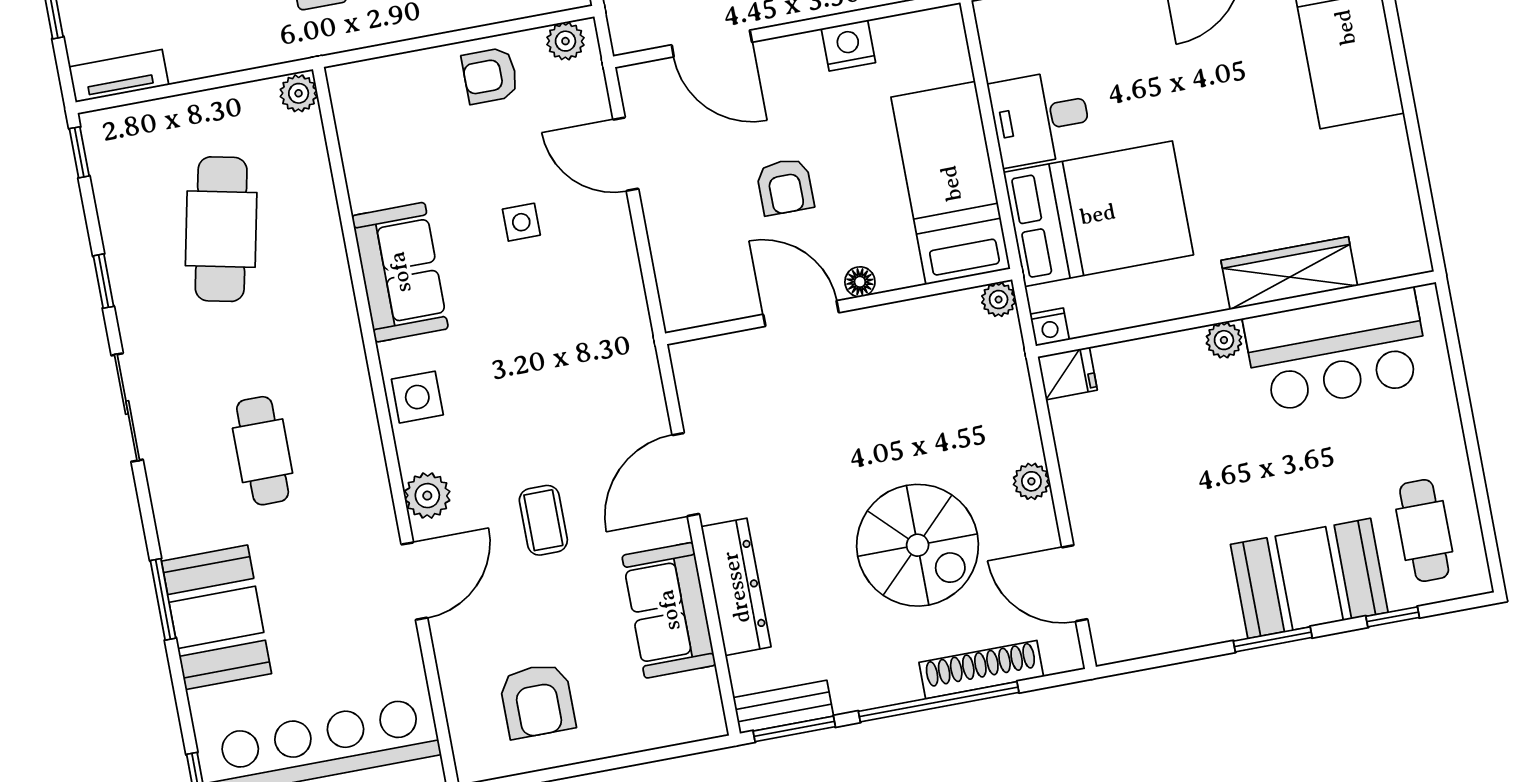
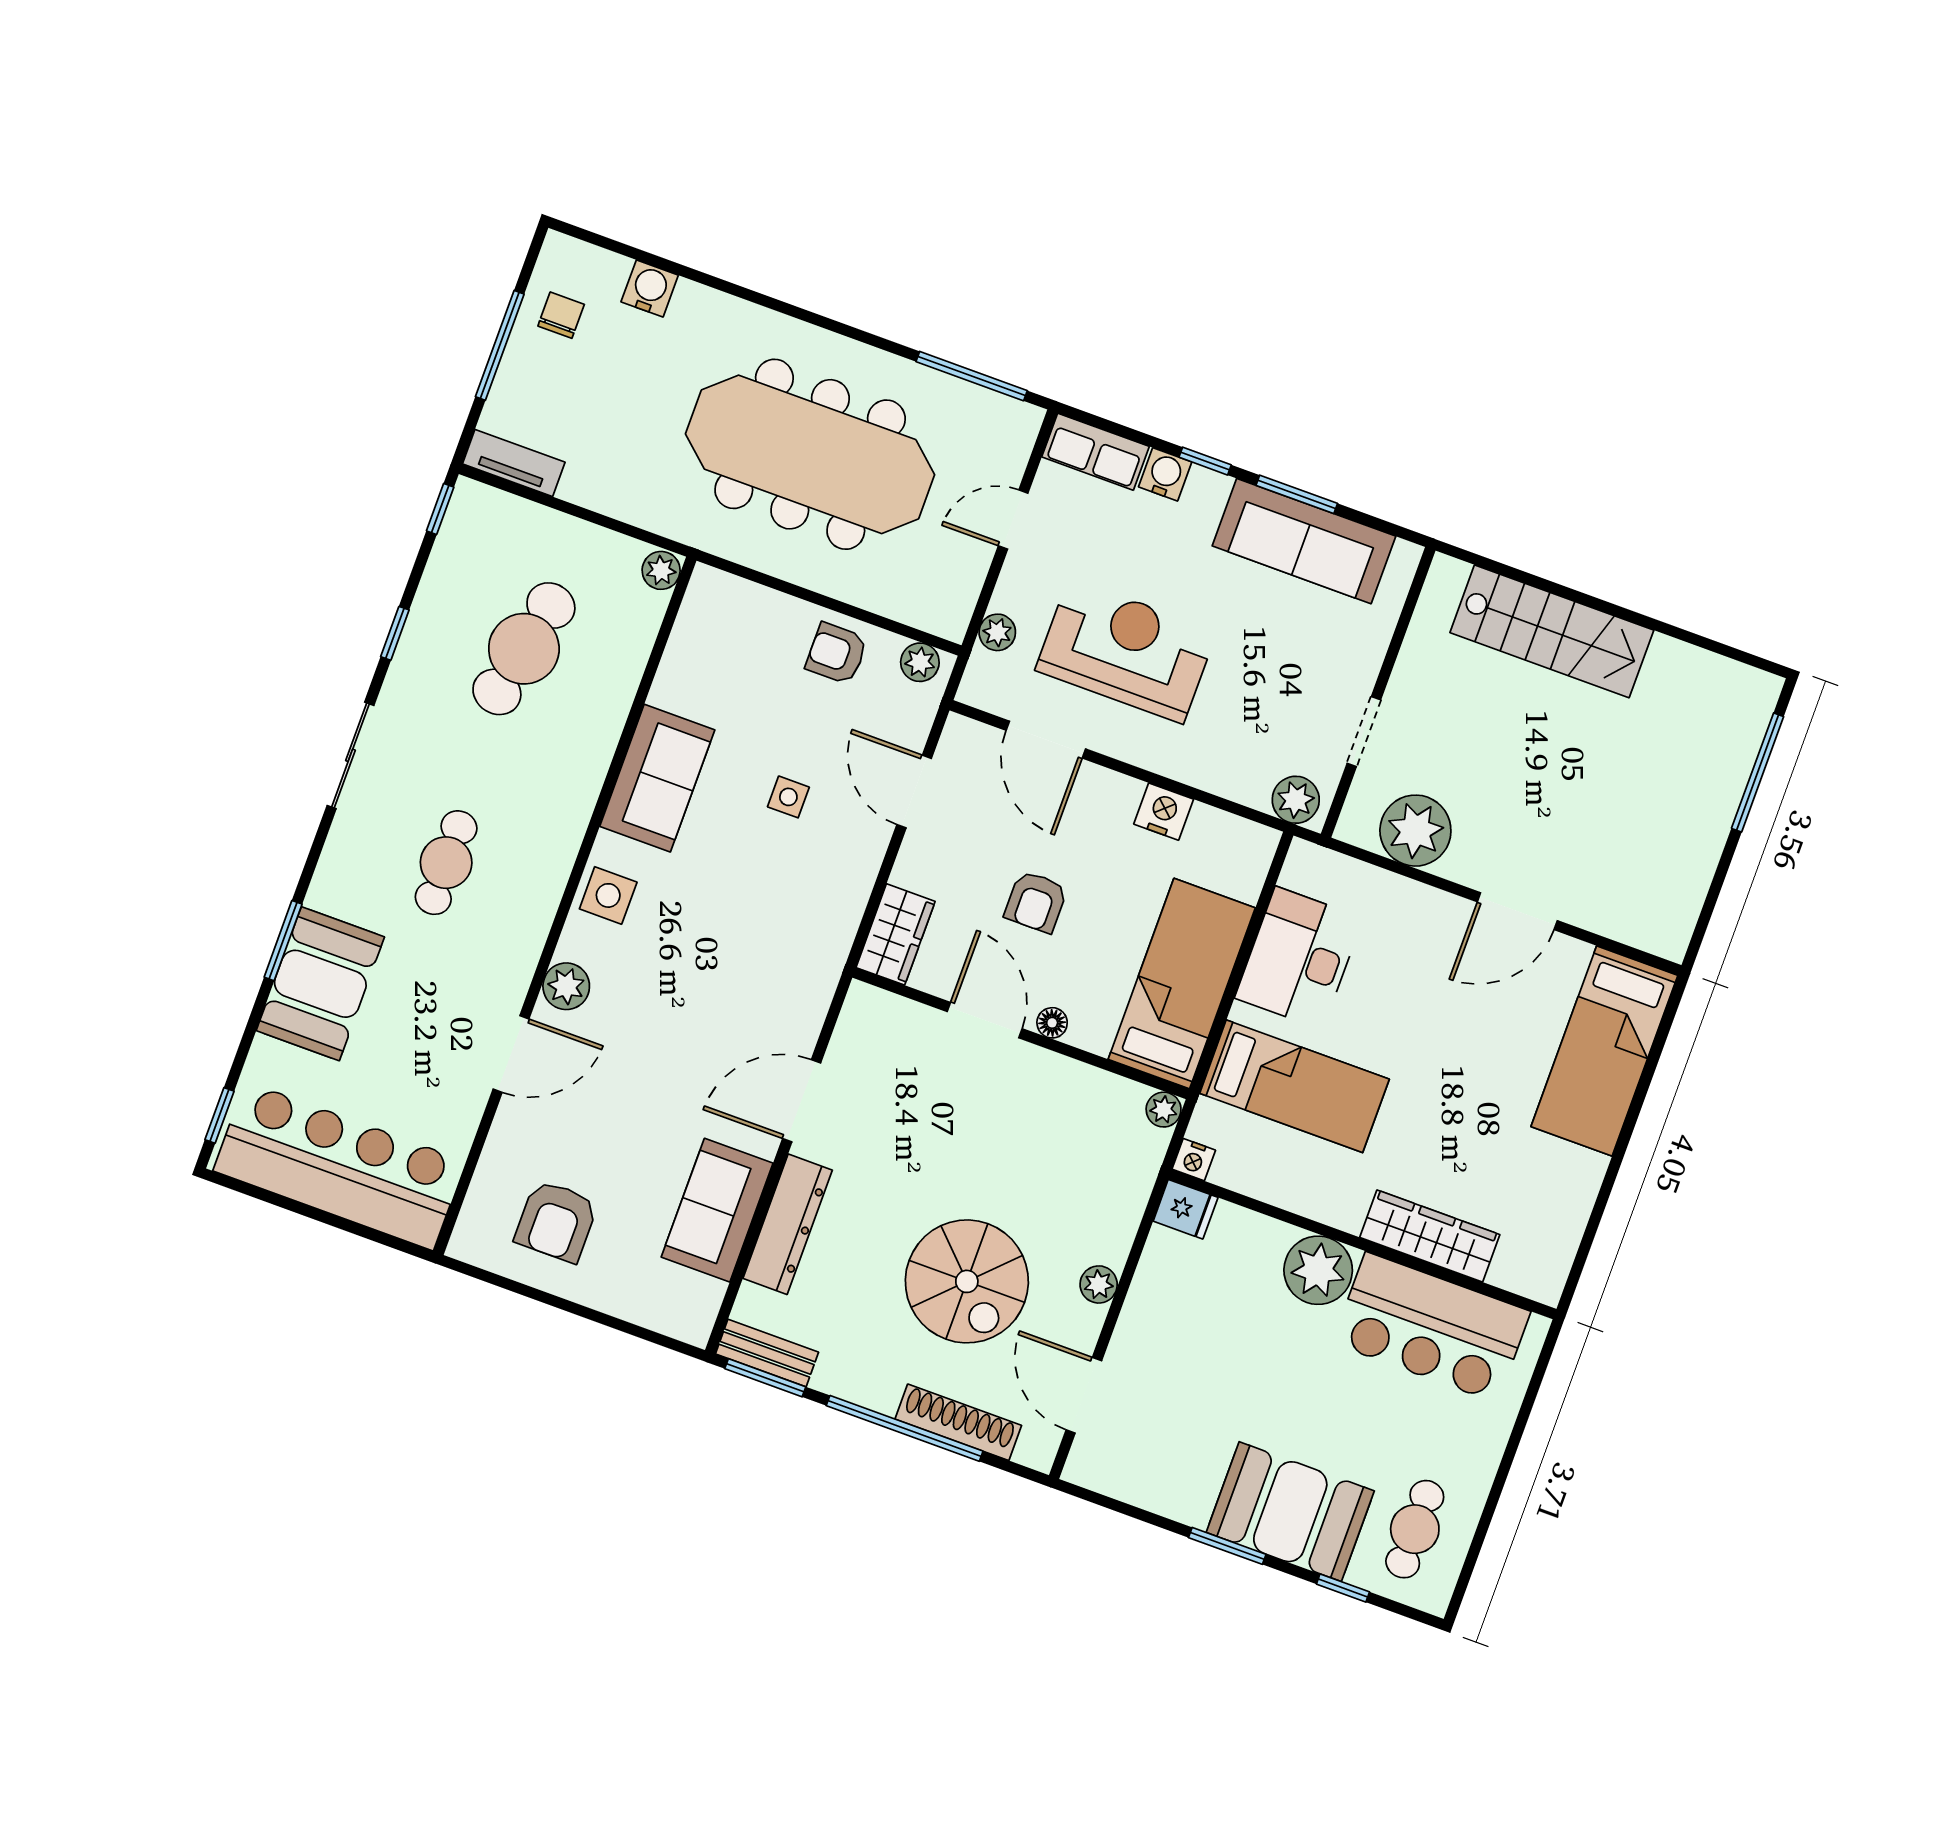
desk: (1040, 118) -> (1299, 958), width x1.37
bed: (1098, 214) -> (1294, 1086), width x0.67
wardrobe: (682, 285) -> (896, 934), added
plant: (1224, 340) -> (1318, 1270), width x1.87, depth x1.87
coffee table: (543, 520) -> (654, 1067), removed

